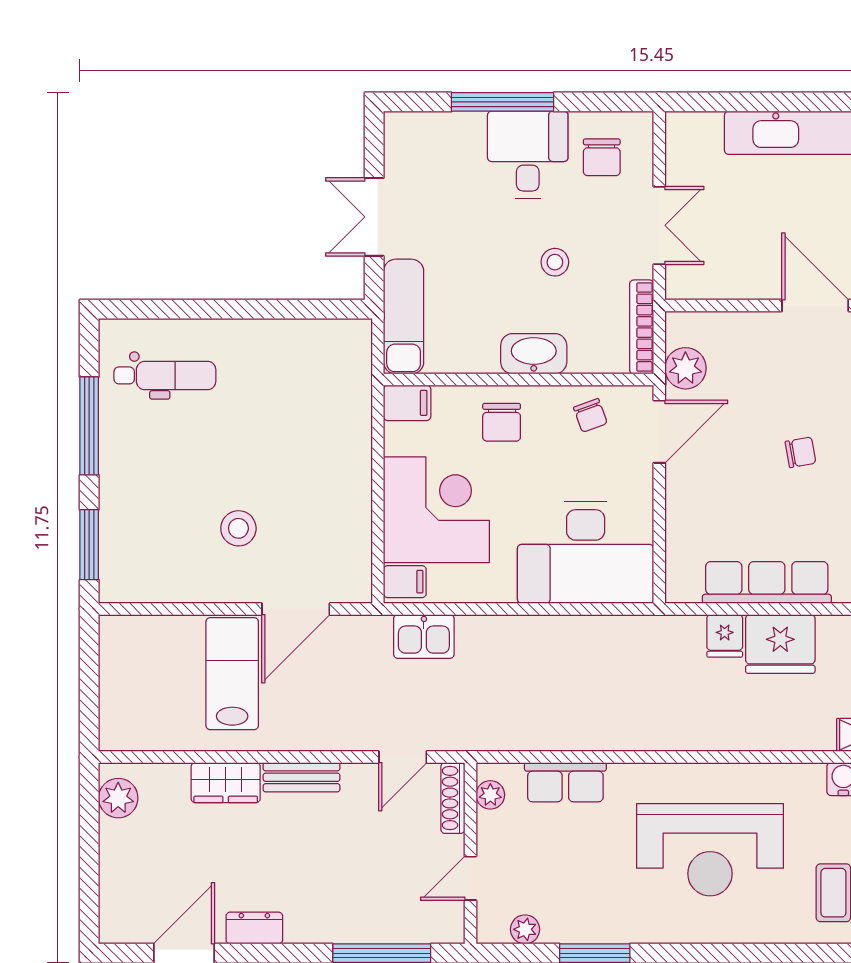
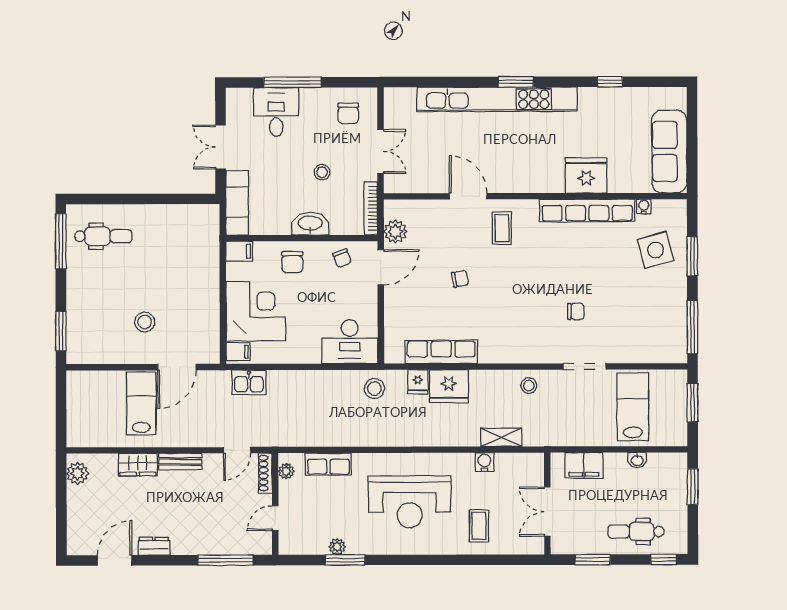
desk: (528, 155) -> (276, 112), moved
window: (89, 426) -> (61, 241), moved
desk: (586, 552) -> (350, 342), width x0.73, depth x0.77
stool: (648, 648) -> (374, 389), added
plant: (525, 929) -> (337, 547), moved

